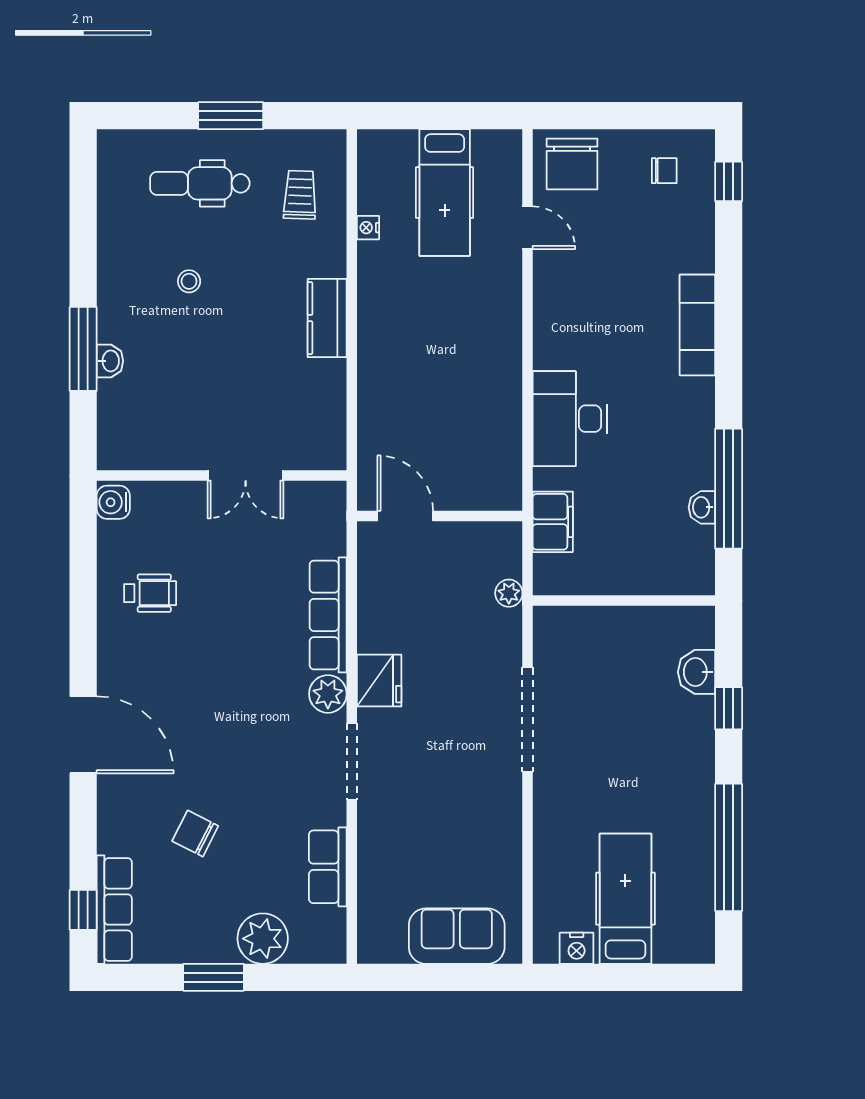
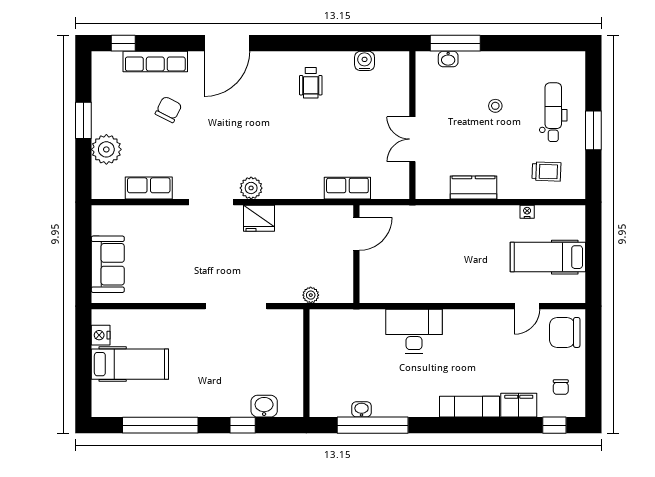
wall: (222, 475) -> (412, 125), moved
double door: (246, 475) -> (412, 139), moved
filing cabinet: (553, 522) -> (519, 405), moved, turned 180
row of seats: (328, 615) -> (347, 188), moved, width x0.68
row of seats: (114, 910) -> (155, 62), moved

